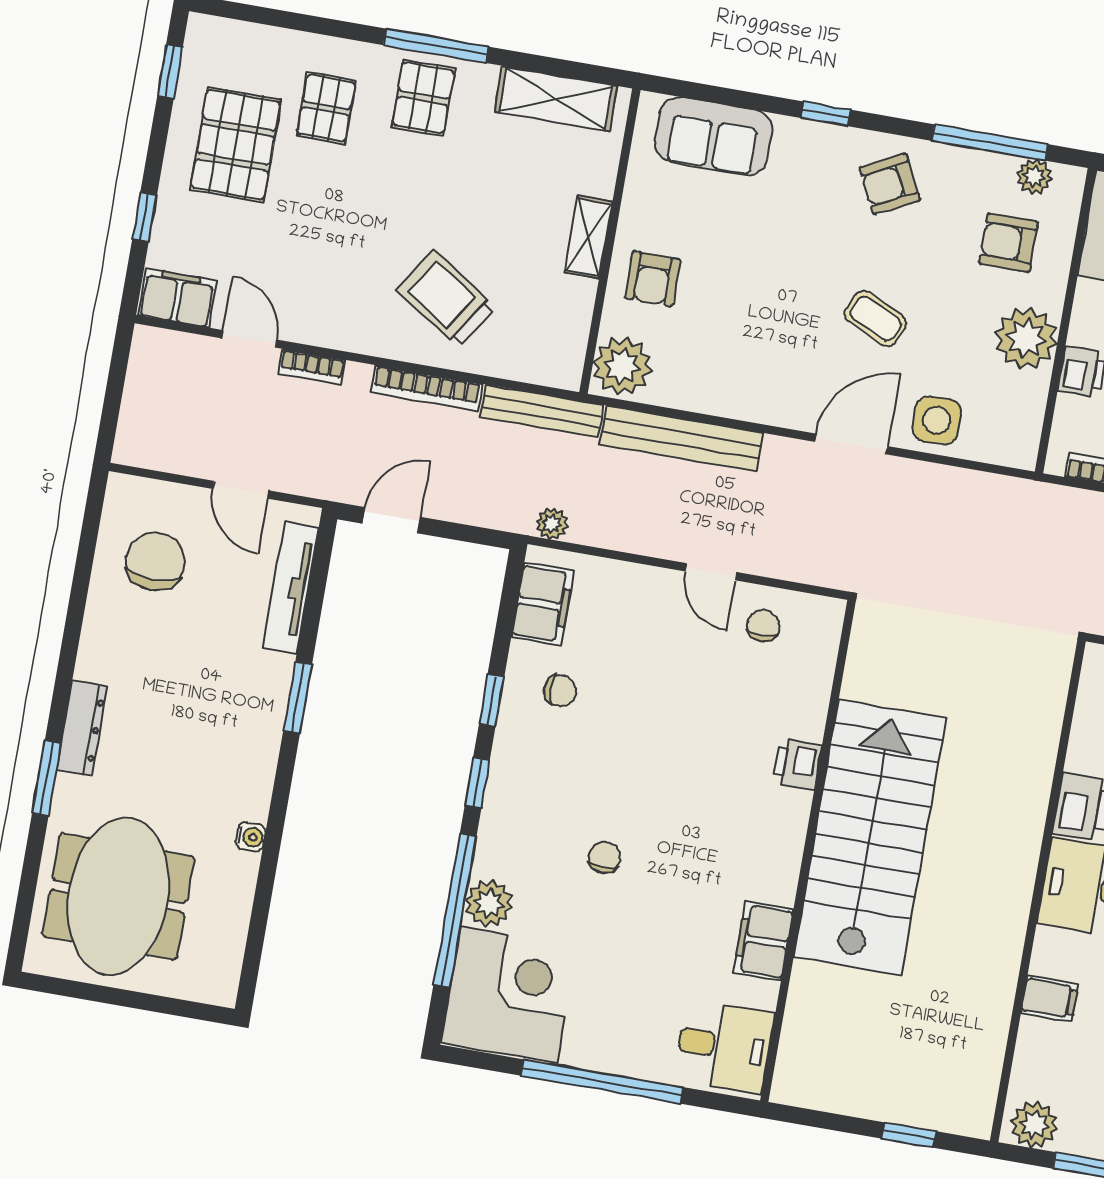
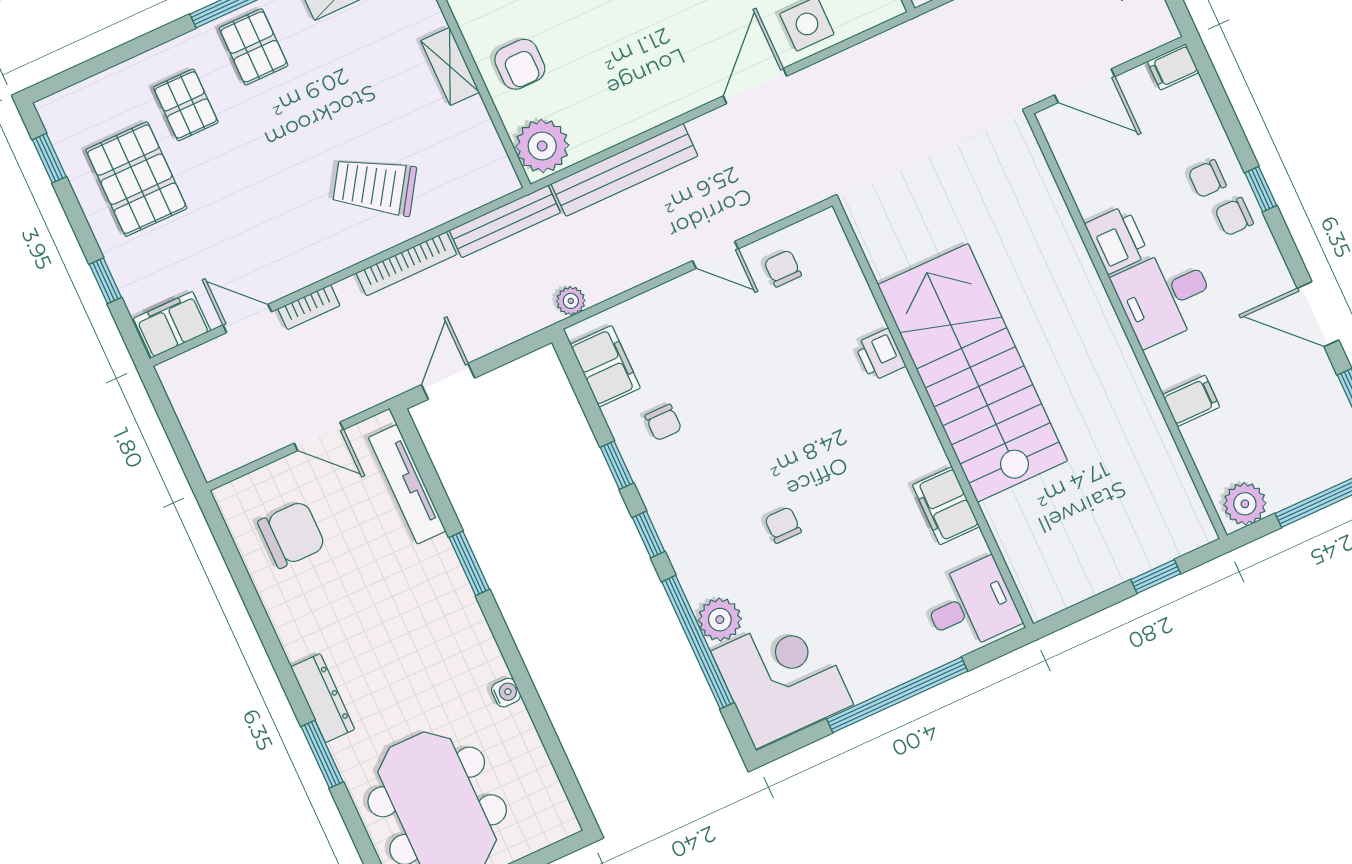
chair: (155, 561) -> (292, 534), turned 90
chair: (560, 691) -> (663, 422), turned 90

